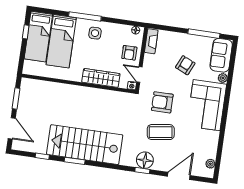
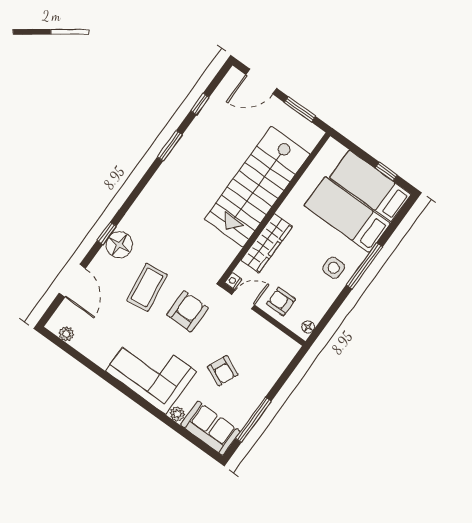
fireplace: (151, 41) -> (281, 341), removed
stairs: (85, 145) -> (257, 187), moved, turned 180

